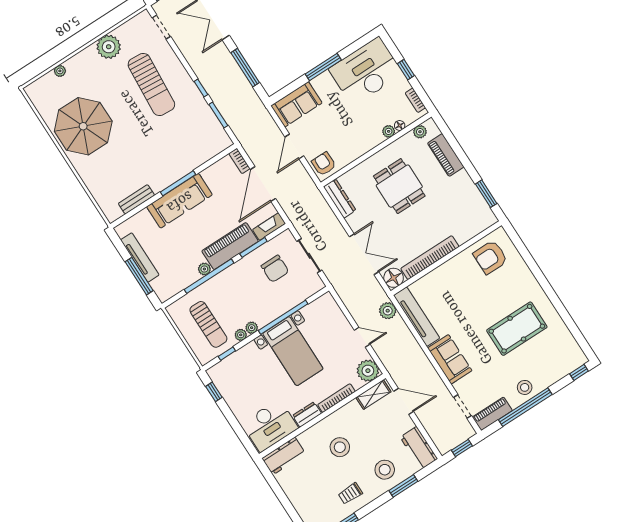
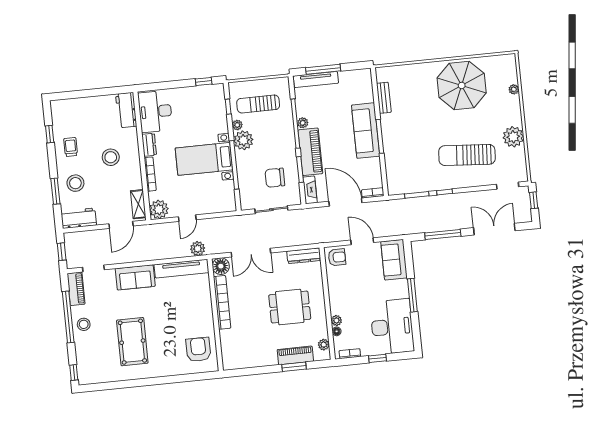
window: (486, 194) -> (294, 367), moved
tv unit: (140, 257) -> (316, 80), moved
plant: (252, 328) -> (243, 140), width x1.87, depth x1.87

